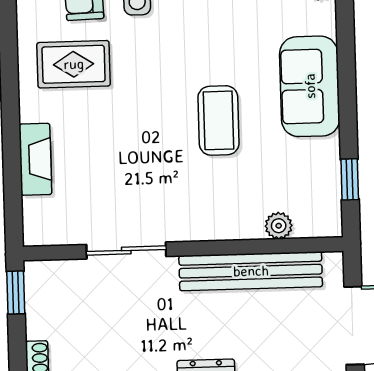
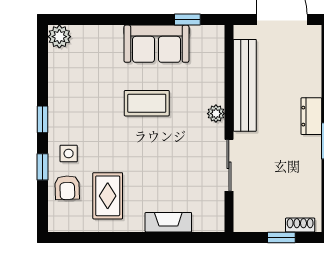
sofa: (310, 86) -> (156, 44), moved
plant: (279, 226) -> (216, 114), moved
window: (16, 293) -> (281, 237), moved

